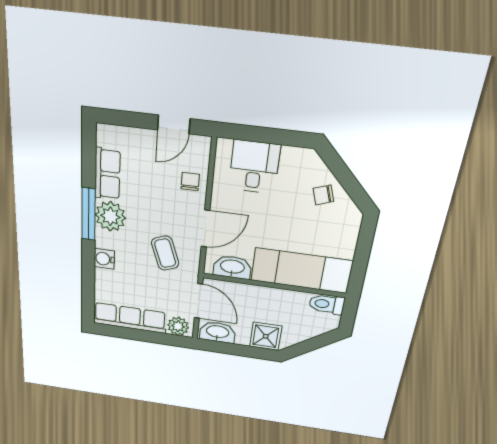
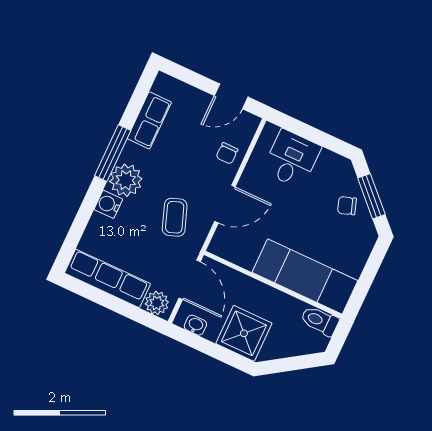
window: (346, 178) -> (371, 196), added
chair: (190, 182) -> (227, 153), turned 180
plant: (110, 216) -> (126, 180), moved
washbasin: (232, 267) -> (238, 253), removed
washbasin: (218, 332) -> (195, 325), width x0.52, depth x0.69
shower: (266, 336) -> (244, 333), width x1.36, depth x1.36

